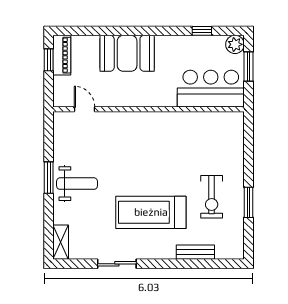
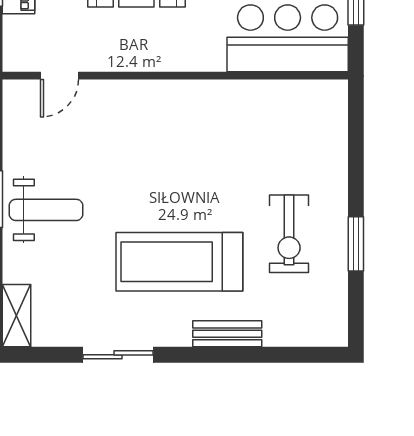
door: (85, 109) -> (59, 76), swing flipped
bench: (195, 252) -> (227, 334), moved

